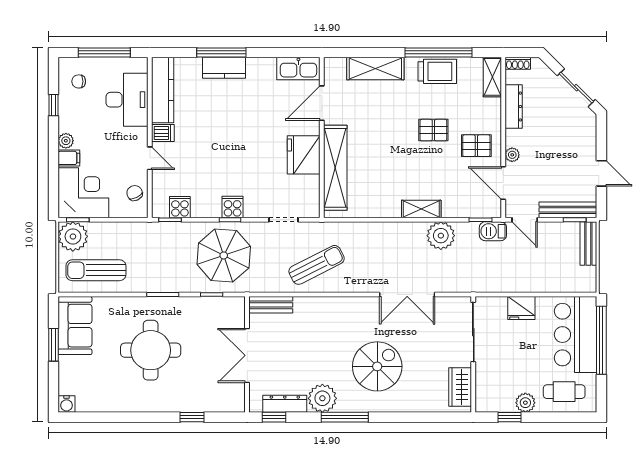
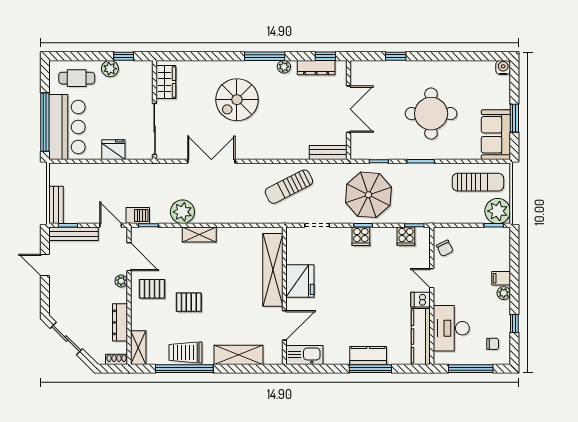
corner desk: (83, 193) -> (489, 249), removed
plant: (322, 398) -> (284, 67), width x0.53, depth x0.53

